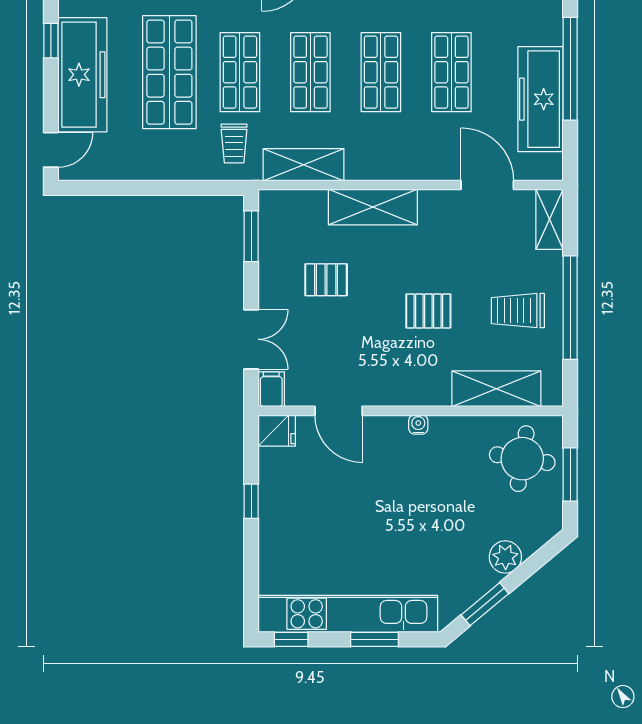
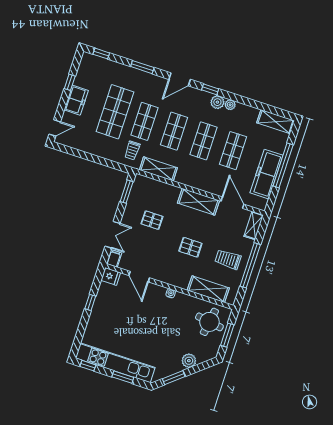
freezer: (82, 75) -> (76, 100), width x0.52, depth x0.79
shelving: (373, 207) -> (199, 202), moved

